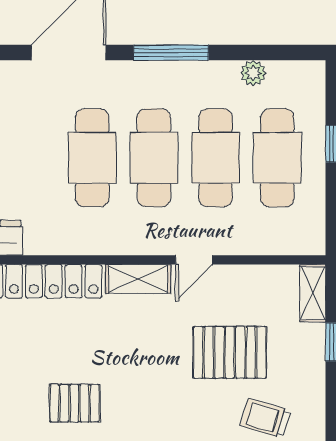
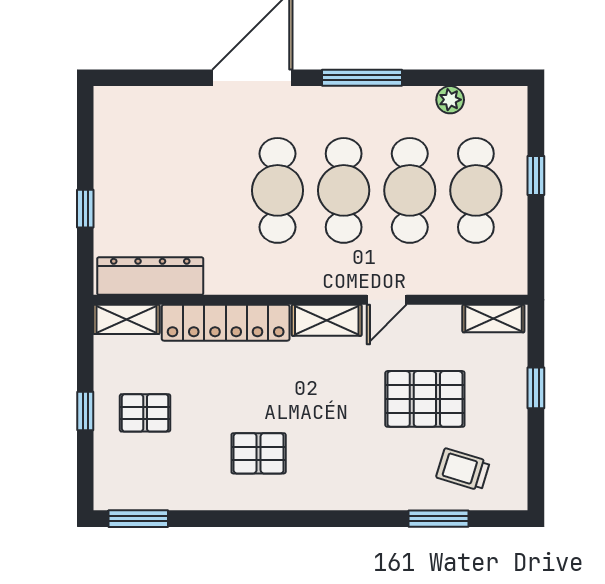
shelving: (313, 293) -> (493, 319), moved, turned 90

